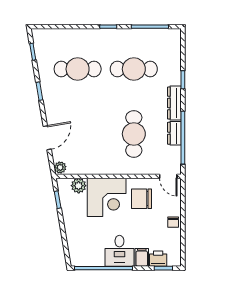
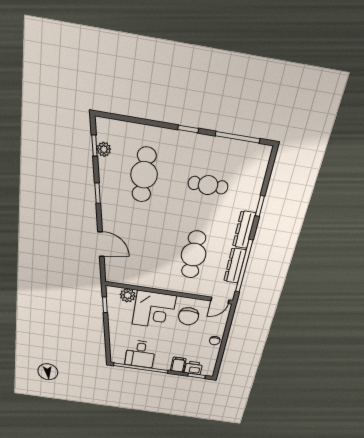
cafe table: (78, 69) -> (144, 175), turned 90
cafe table: (134, 69) -> (208, 185), width x0.73, depth x0.74
dresser: (174, 133) -> (235, 266), width x1.44
door: (47, 138) -> (101, 244), hinge flipped
plant: (60, 167) -> (104, 149), moved
door: (168, 176) -> (220, 300), hinge flipped
chair: (141, 199) -> (189, 316), turned -90
desk: (119, 251) -> (140, 354), moved

